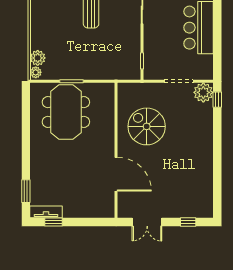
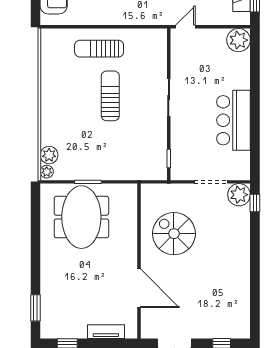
tv unit: (46, 212) -> (106, 332), moved

